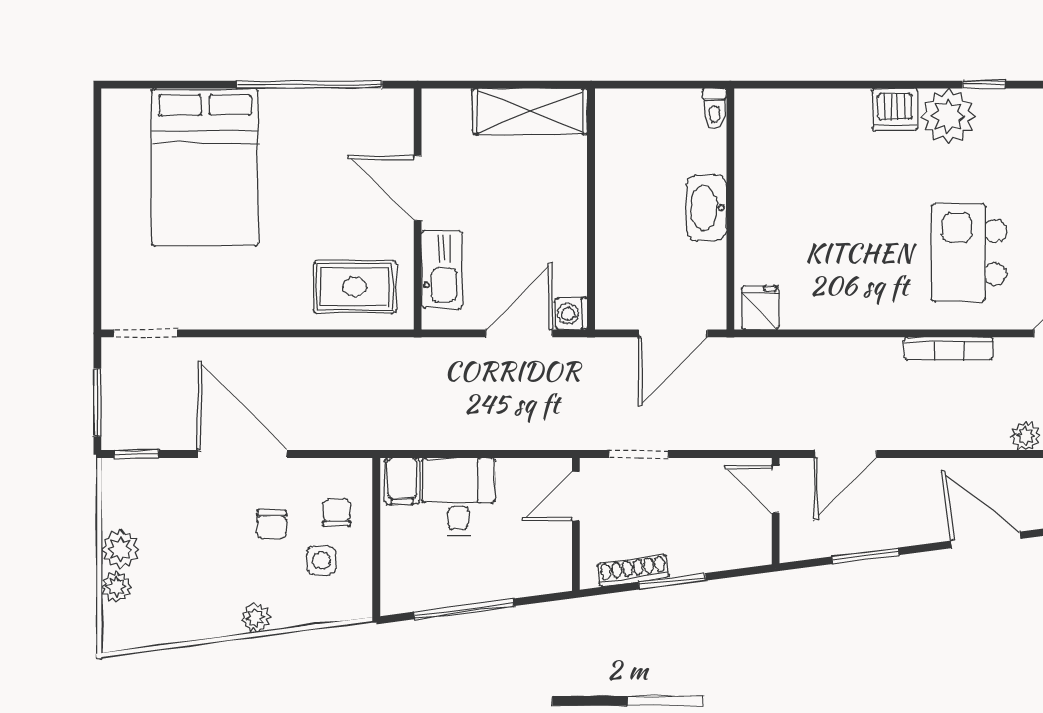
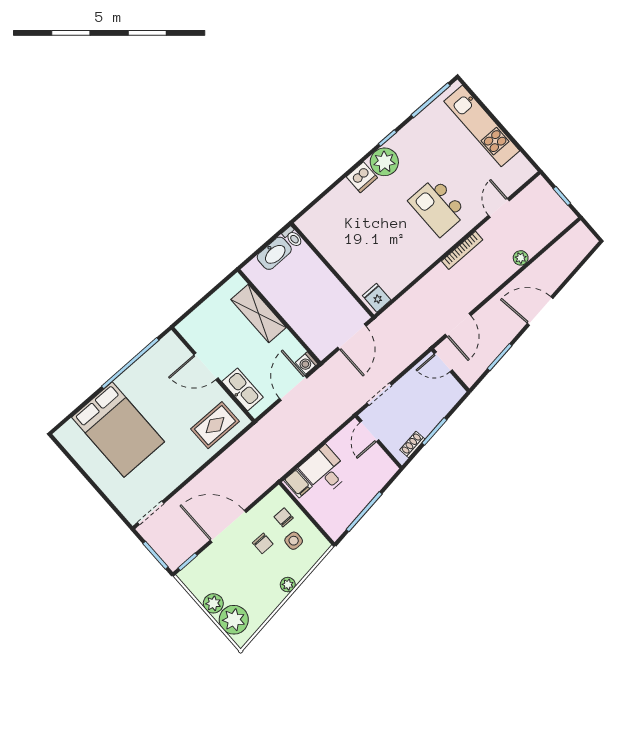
shelving: (530, 111) -> (259, 314), moved, turned 90
washbasin: (706, 208) -> (274, 253), moved, turned -90
shoe rack: (633, 571) -> (412, 445), width x0.70
plant: (116, 587) -> (234, 620), width x1.88, depth x1.88

